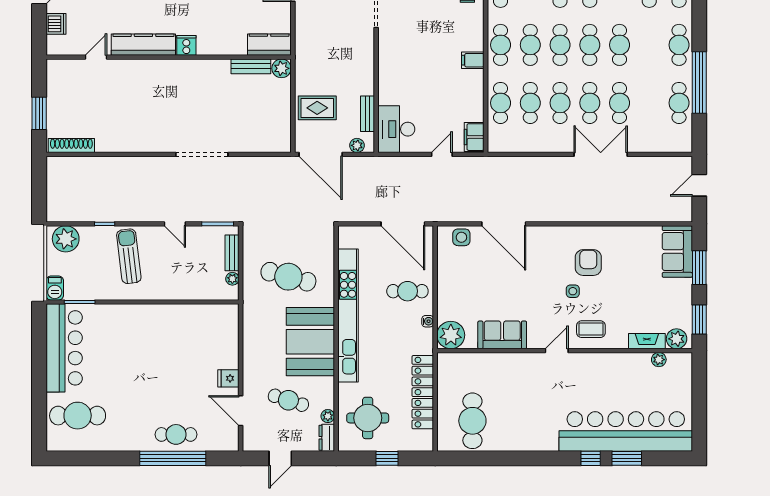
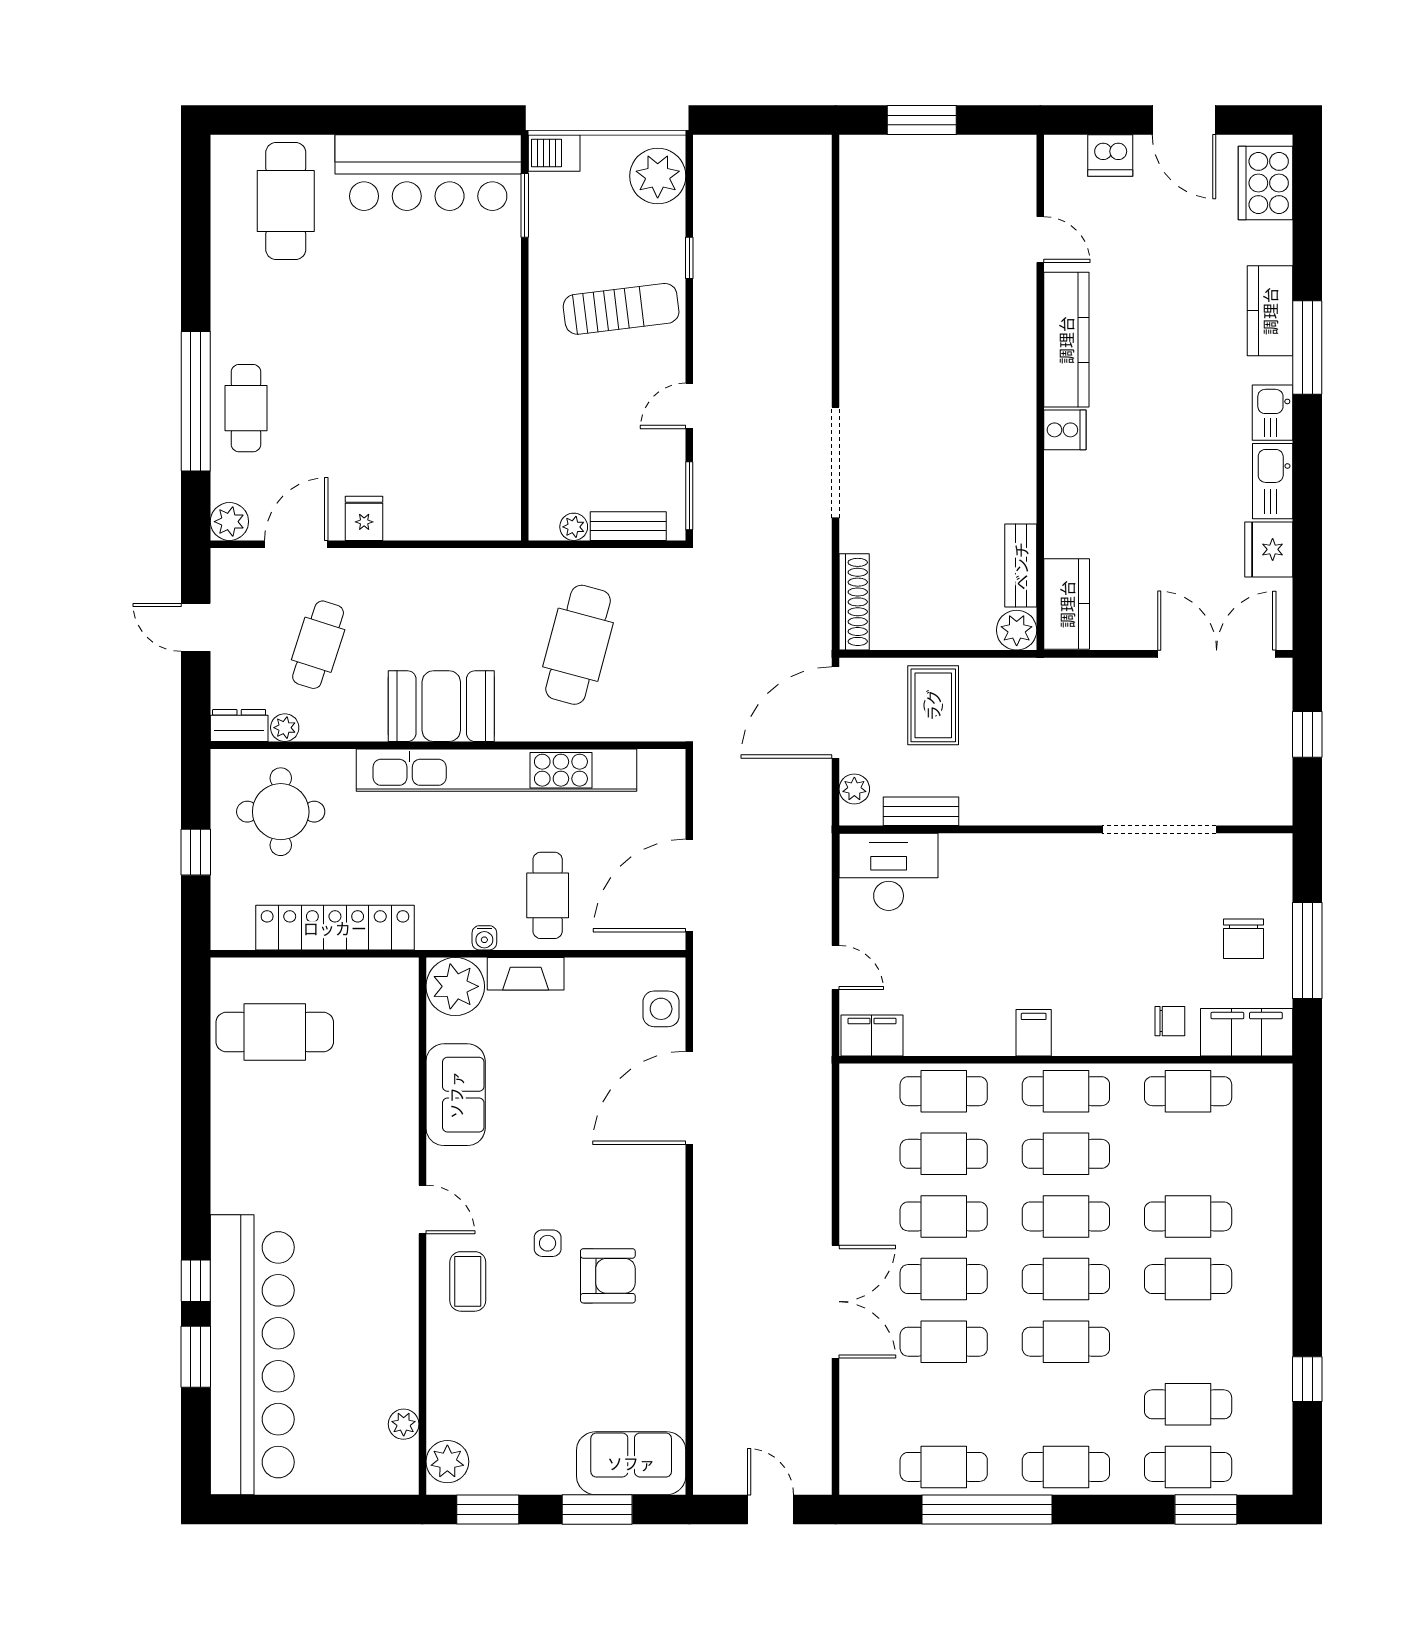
shoe rack: (71, 146) -> (854, 602), moved
fireplace: (647, 341) -> (526, 974), moved, turned 90
booth: (310, 342) -> (441, 706), width x0.73, depth x0.70
plant: (230, 442) -> (229, 522), added

